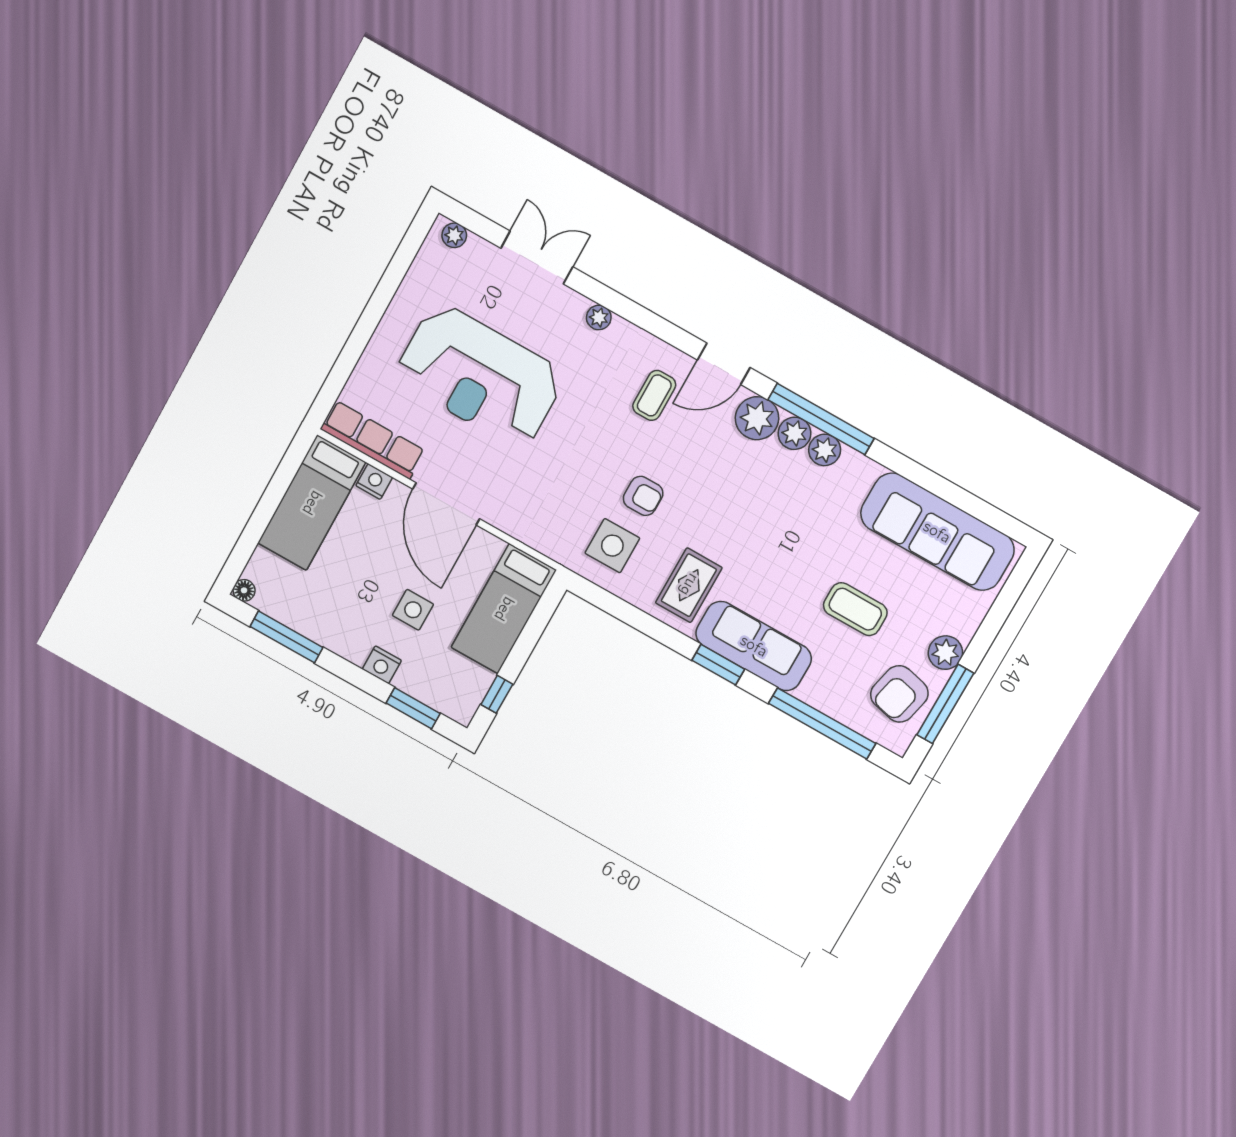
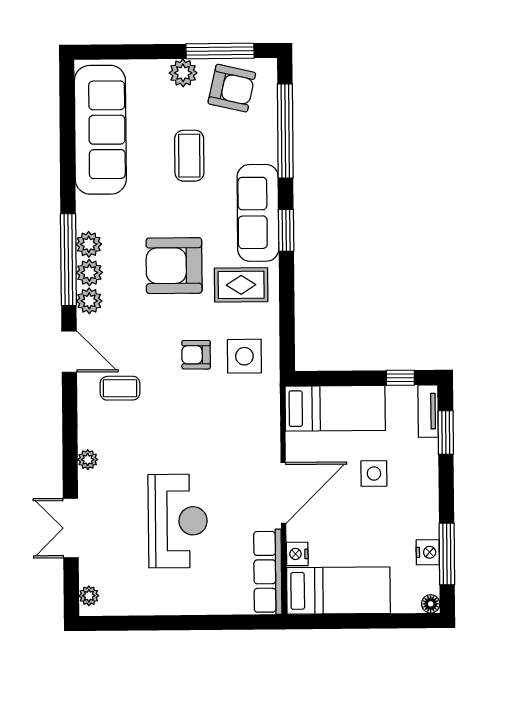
reception desk: (480, 376) -> (178, 521), width x0.74, depth x0.77
plant: (757, 418) -> (89, 301), width x0.73, depth x0.73
armchair: (643, 496) -> (196, 355), turned -90
armchair: (750, 527) -> (174, 266), added
nightstand: (382, 665) -> (428, 552), moved
tv unit: (446, 703) -> (428, 411), added

